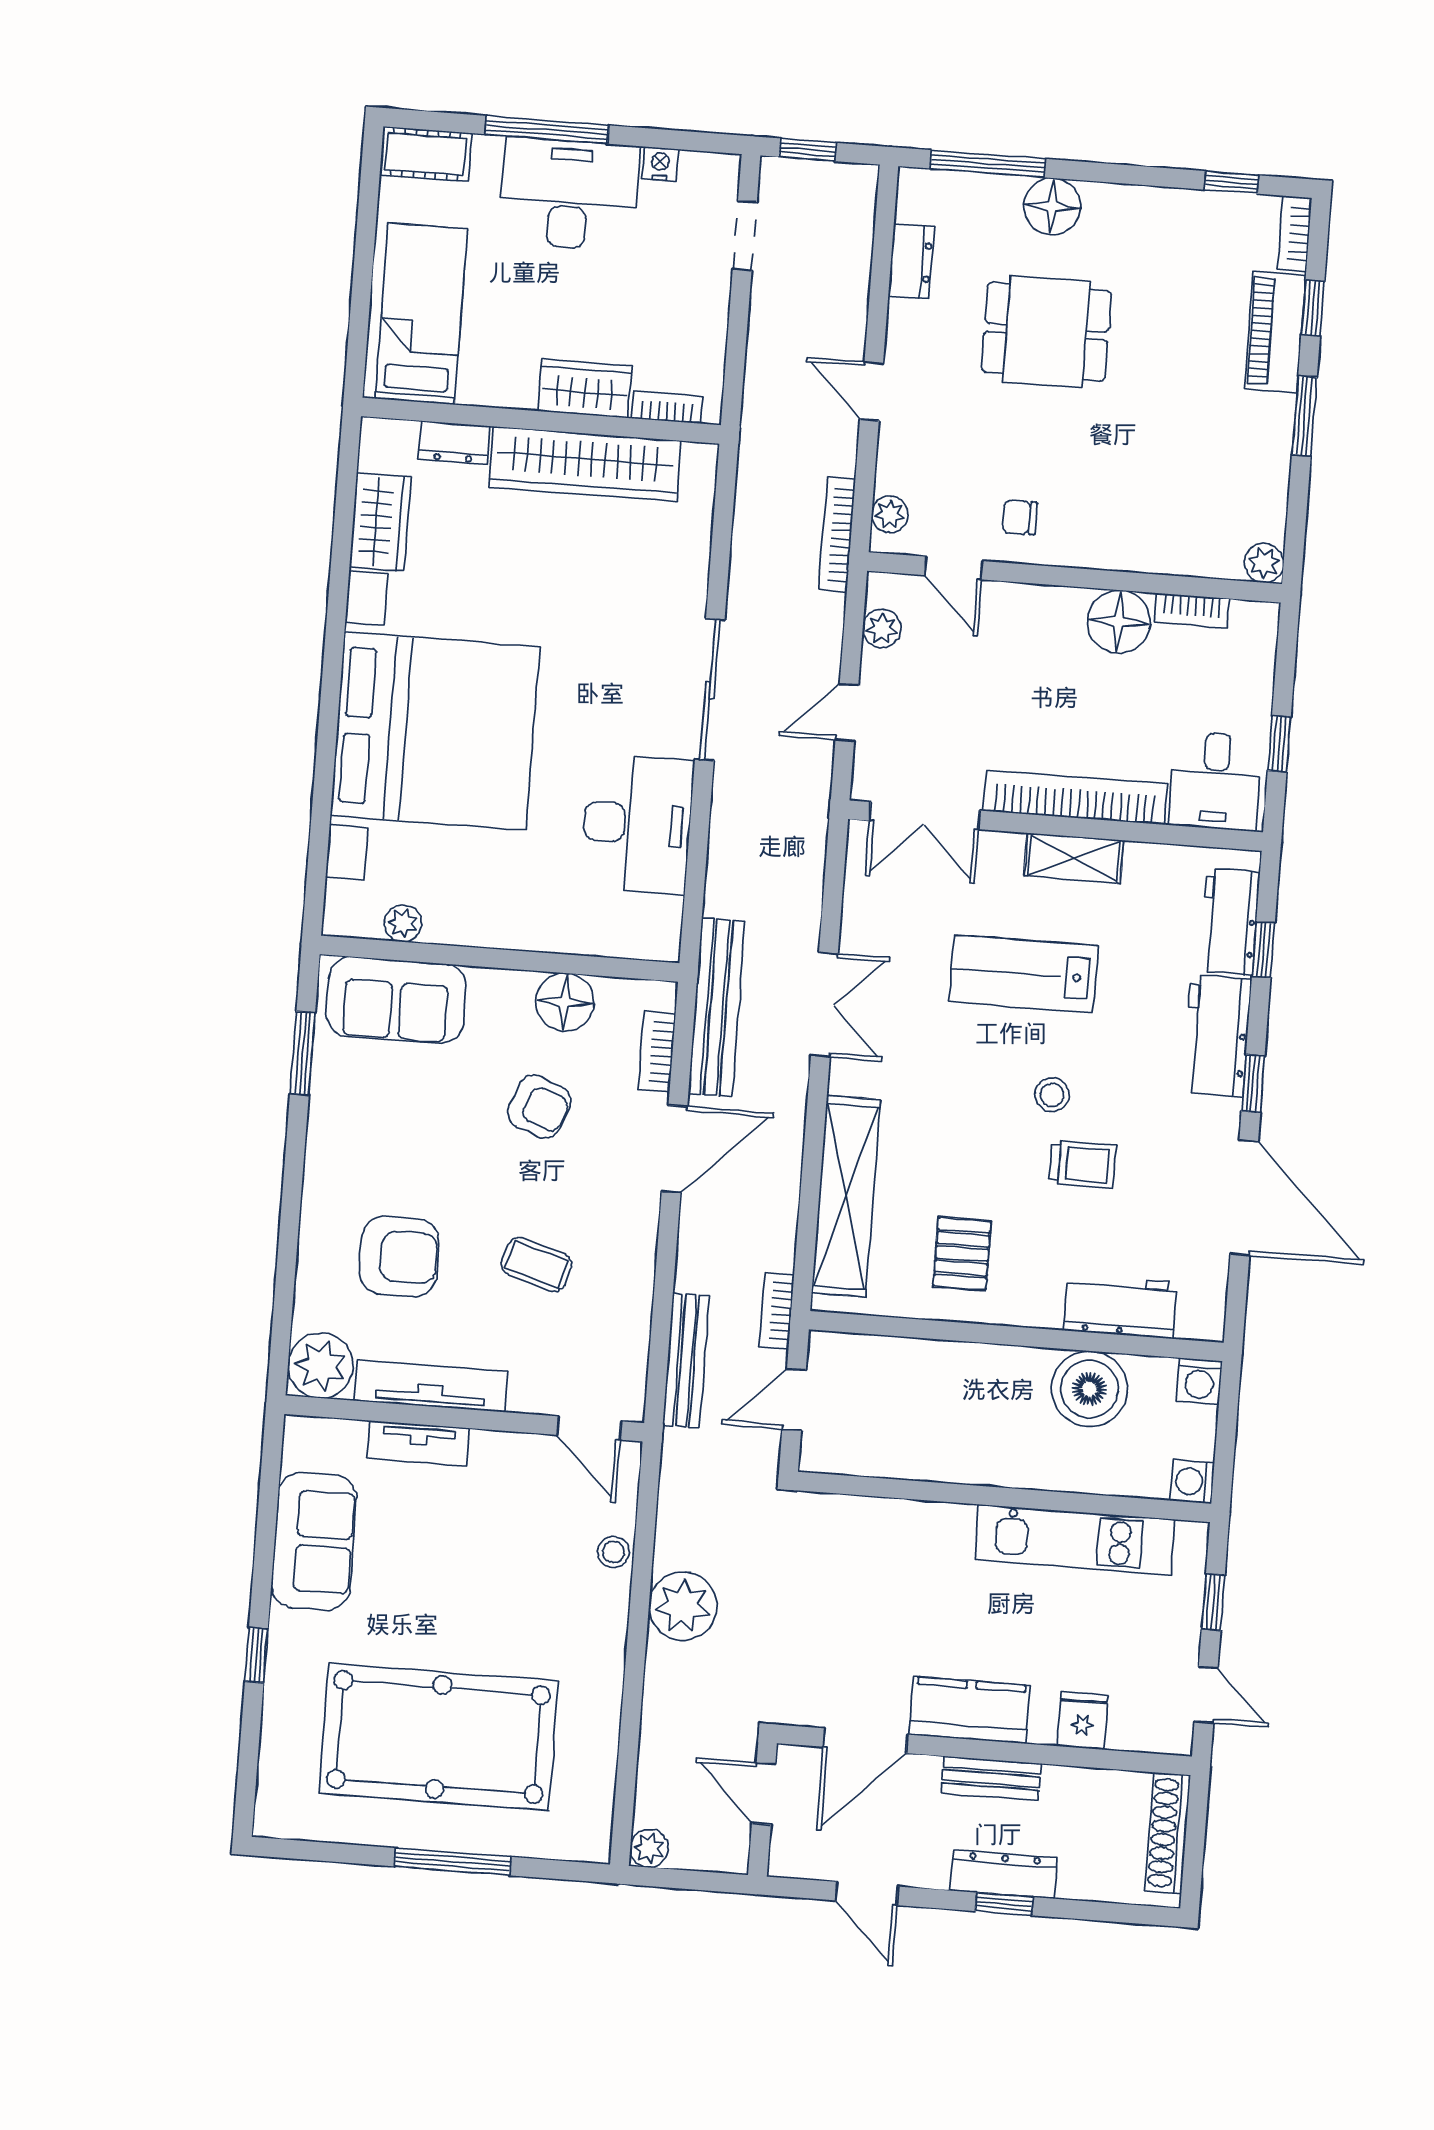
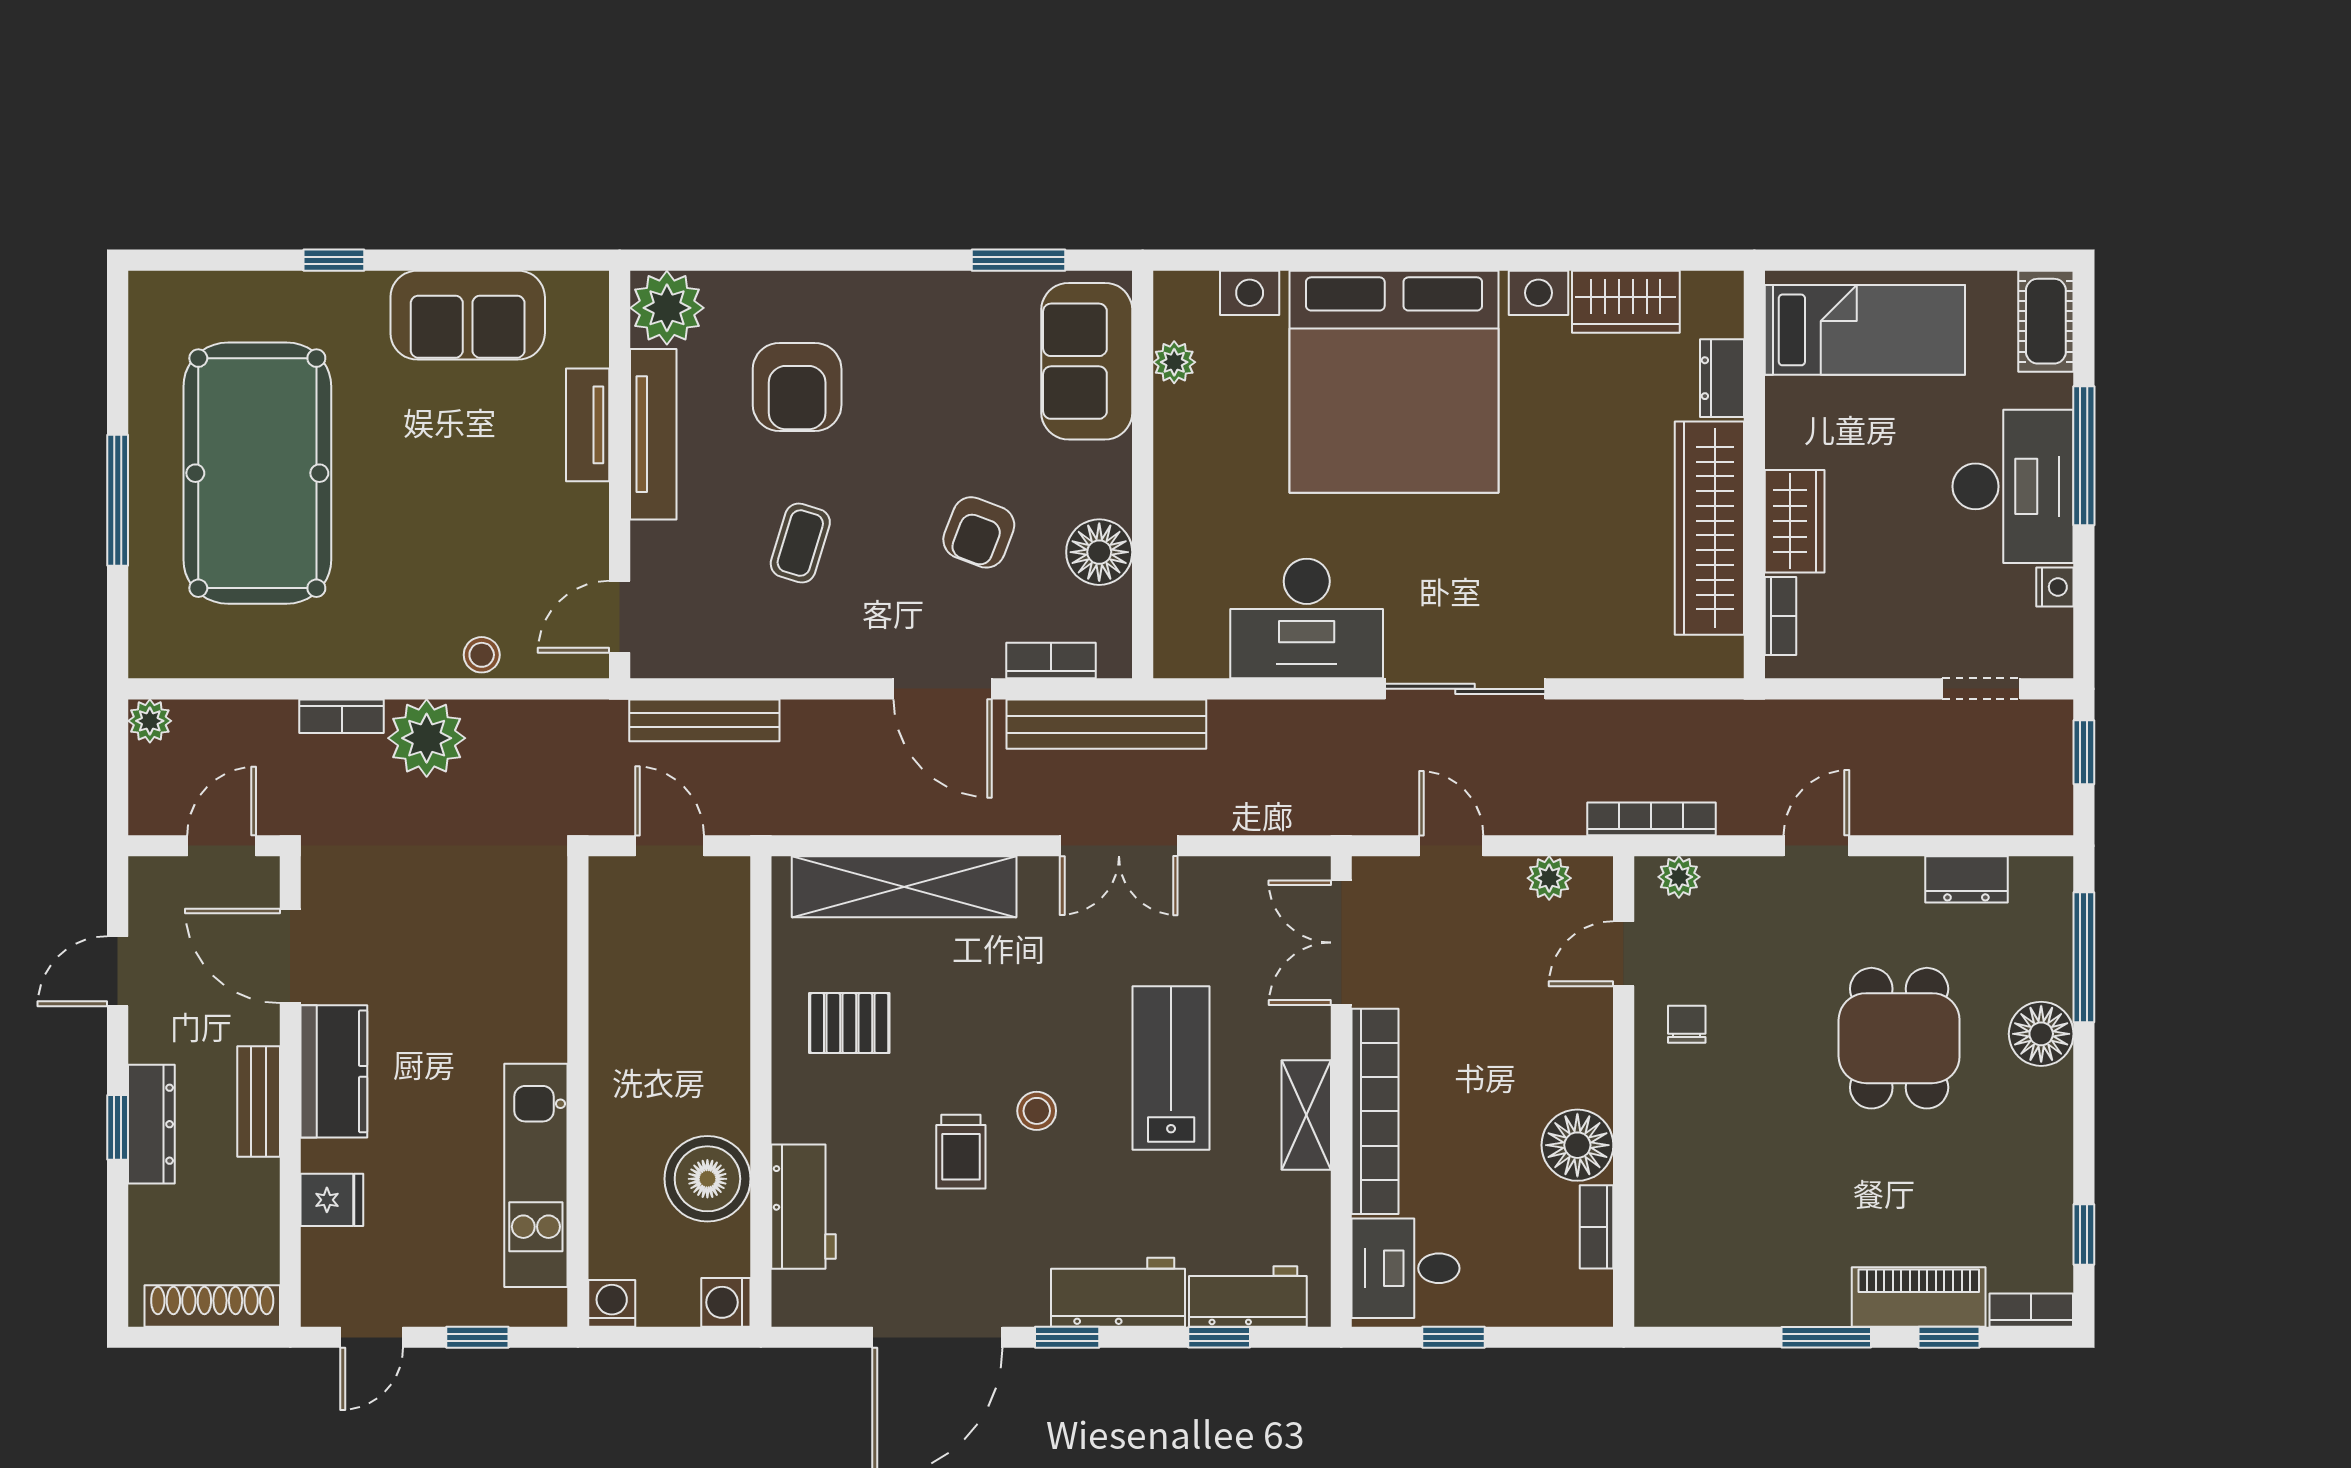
plant: (1264, 563) -> (1656, 1304), removed
bookcase: (777, 1311) -> (342, 716), moved, turned 180

